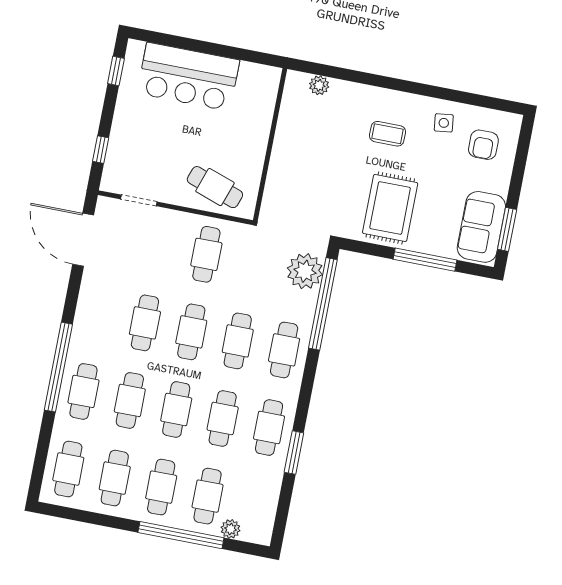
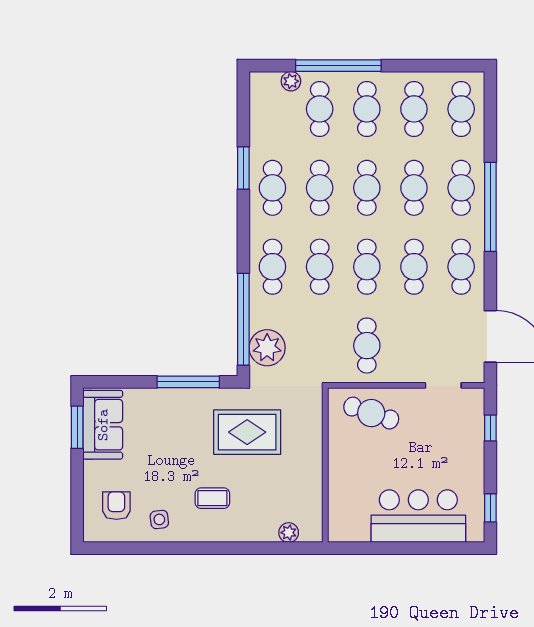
rug: (390, 208) -> (247, 432), moved, turned 90
window: (425, 260) -> (188, 382), moved
cafe table: (99, 314) -> (461, 267), added

